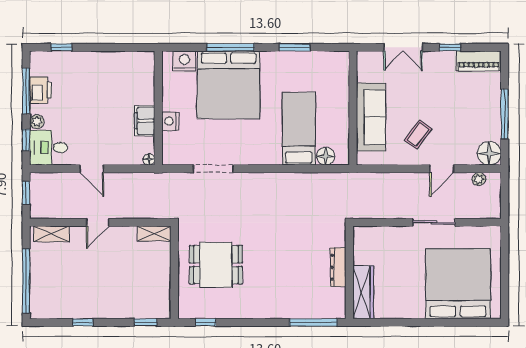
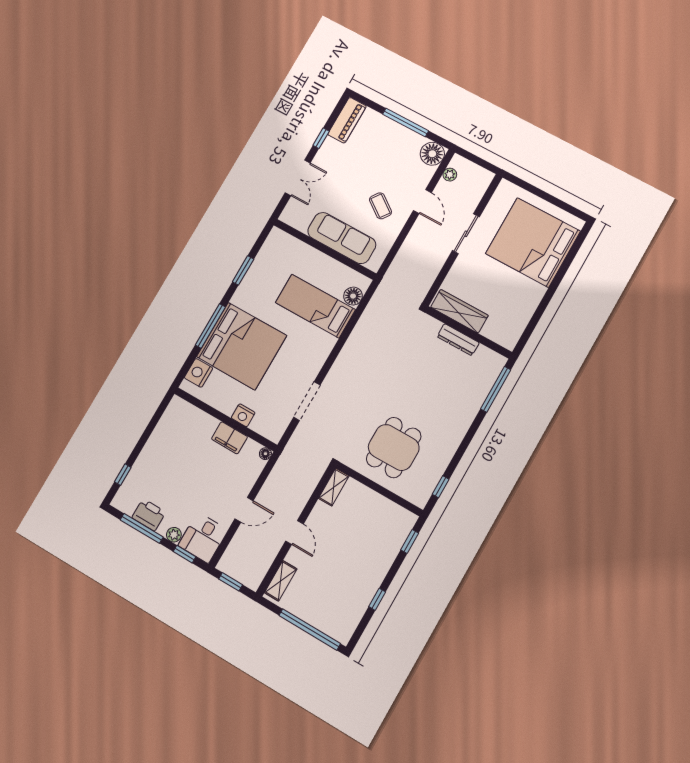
wardrobe: (363, 292) -> (459, 311), moved

